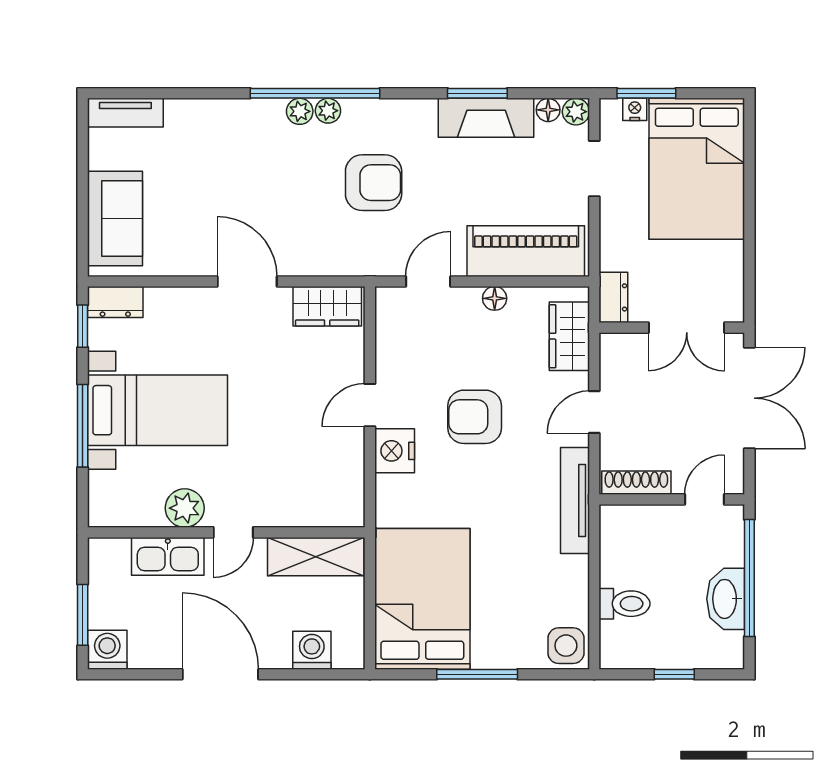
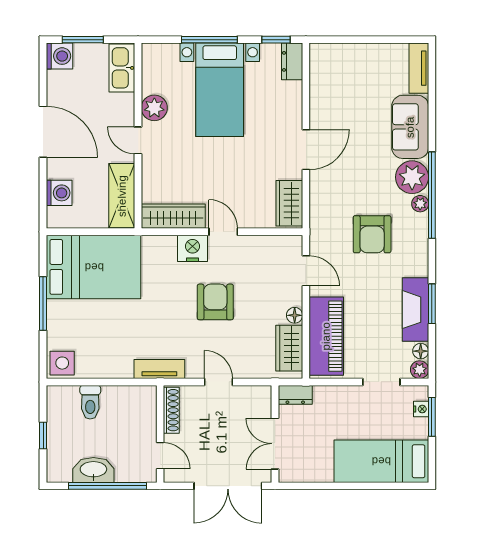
plant: (300, 111) -> (412, 177), width x1.87, depth x1.87
bed: (697, 169) -> (381, 461), width x0.67
sofa: (115, 218) -> (410, 127), moved, turned 90
wardrobe: (569, 336) -> (289, 348), moved, turned -90
wardrobe: (346, 480) -> (173, 216), added
tv unit: (575, 500) -> (159, 369), width x0.71
kitchen sink: (168, 556) -> (122, 68), moved
door: (220, 674) -> (43, 132), hinge flipped

